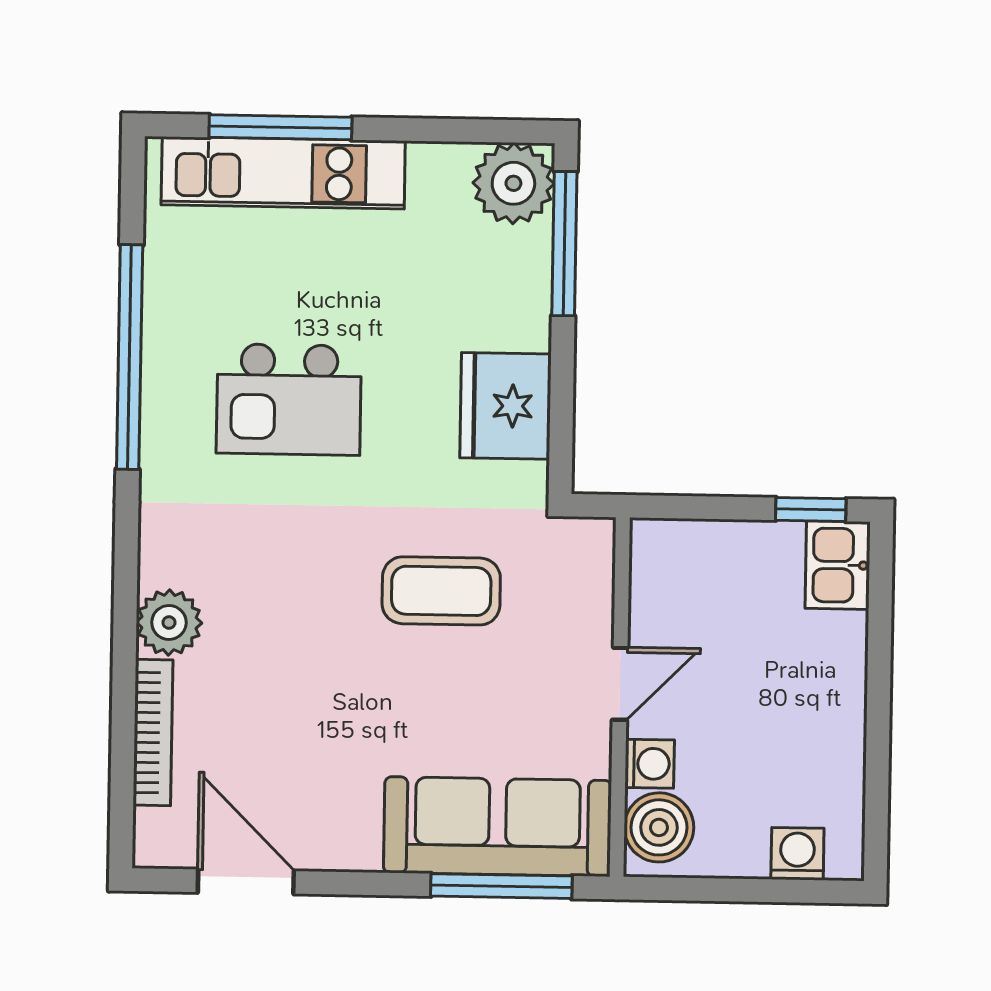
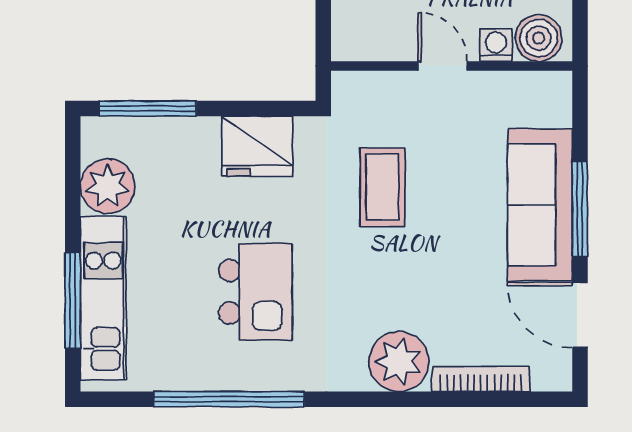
plant: (513, 183) -> (108, 186), moved
plant: (169, 622) -> (399, 362), width x1.36, depth x1.36
sofa: (497, 827) -> (540, 205), moved
door: (246, 882) -> (580, 315), hinge flipped
window: (501, 886) -> (580, 209), moved

